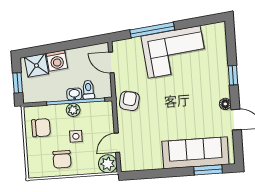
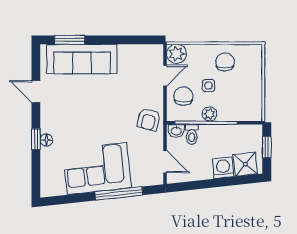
washbasin: (74, 94) -> (176, 131), moved
floor lamp: (225, 104) -> (46, 140), moved
chair: (41, 128) -> (183, 96), moved, turned 90

